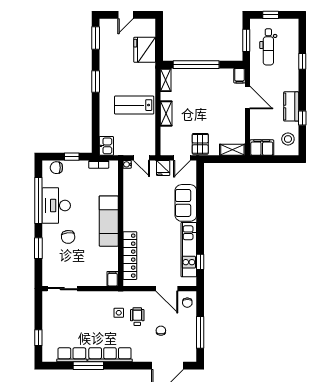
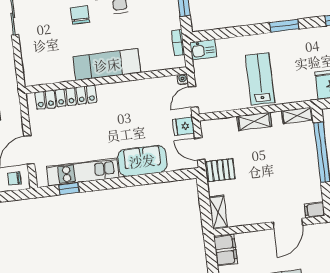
chair: (68, 237) -> (80, 15), turned 96
filing cabinet: (113, 279) -> (33, 79), removed

